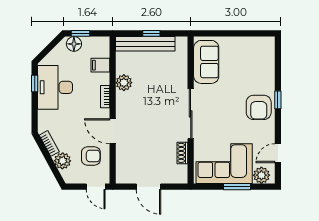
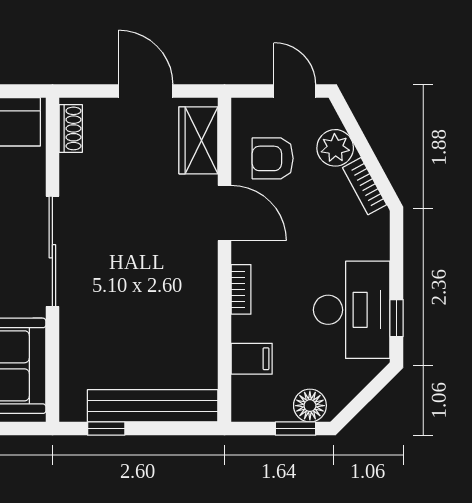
window: (151, 33) -> (106, 429), moved
plant: (124, 83) -> (200, 320), removed
shoe rack: (182, 153) -> (71, 128), moved
wardrobe: (125, 164) -> (198, 140), added
door: (96, 187) -> (295, 91), moved

